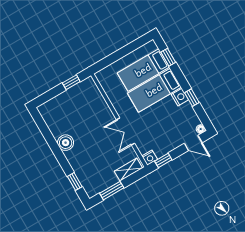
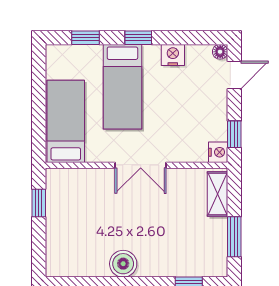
bed: (143, 70) -> (66, 121), moved, turned 180
nightstand: (180, 97) -> (173, 55), moved
window: (192, 98) -> (138, 38), moved
double door: (126, 131) -> (141, 165), moved

